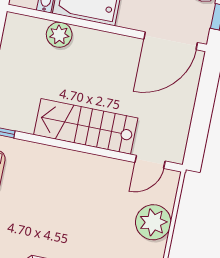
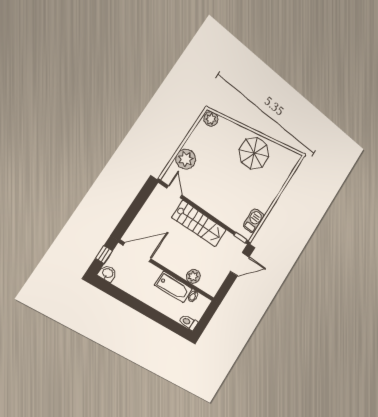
door: (150, 162) -> (174, 192), hinge flipped

